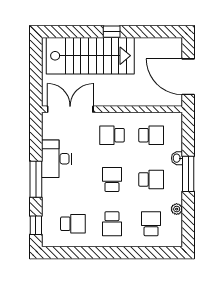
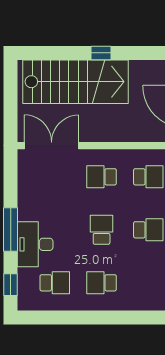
desk: (57, 159) -> (35, 244), moved
school desk: (112, 224) -> (102, 283), turned 90
school desk: (151, 224) -> (148, 283), removed

